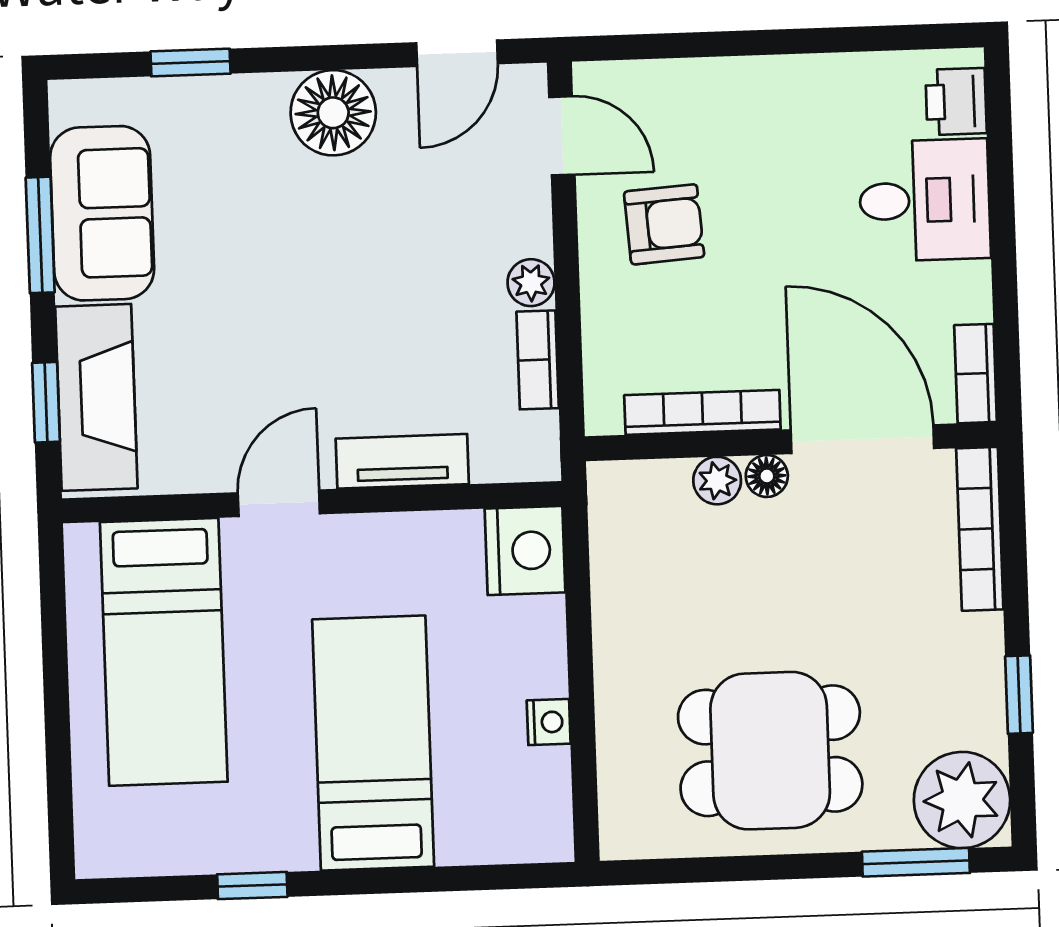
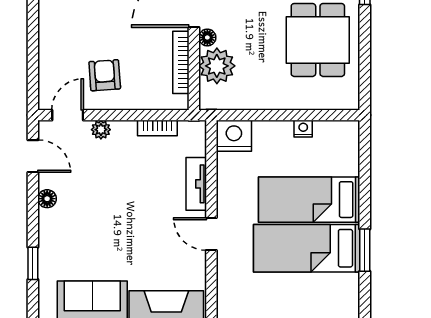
floor lamp: (333, 113) -> (47, 199), width x0.53, depth x0.53
plant: (531, 283) -> (101, 130), moved
plant: (717, 481) -> (217, 66), width x1.88, depth x1.88
bed: (164, 652) -> (307, 248), moved, turned 180
window: (252, 886) -> (365, 250), width x1.50

